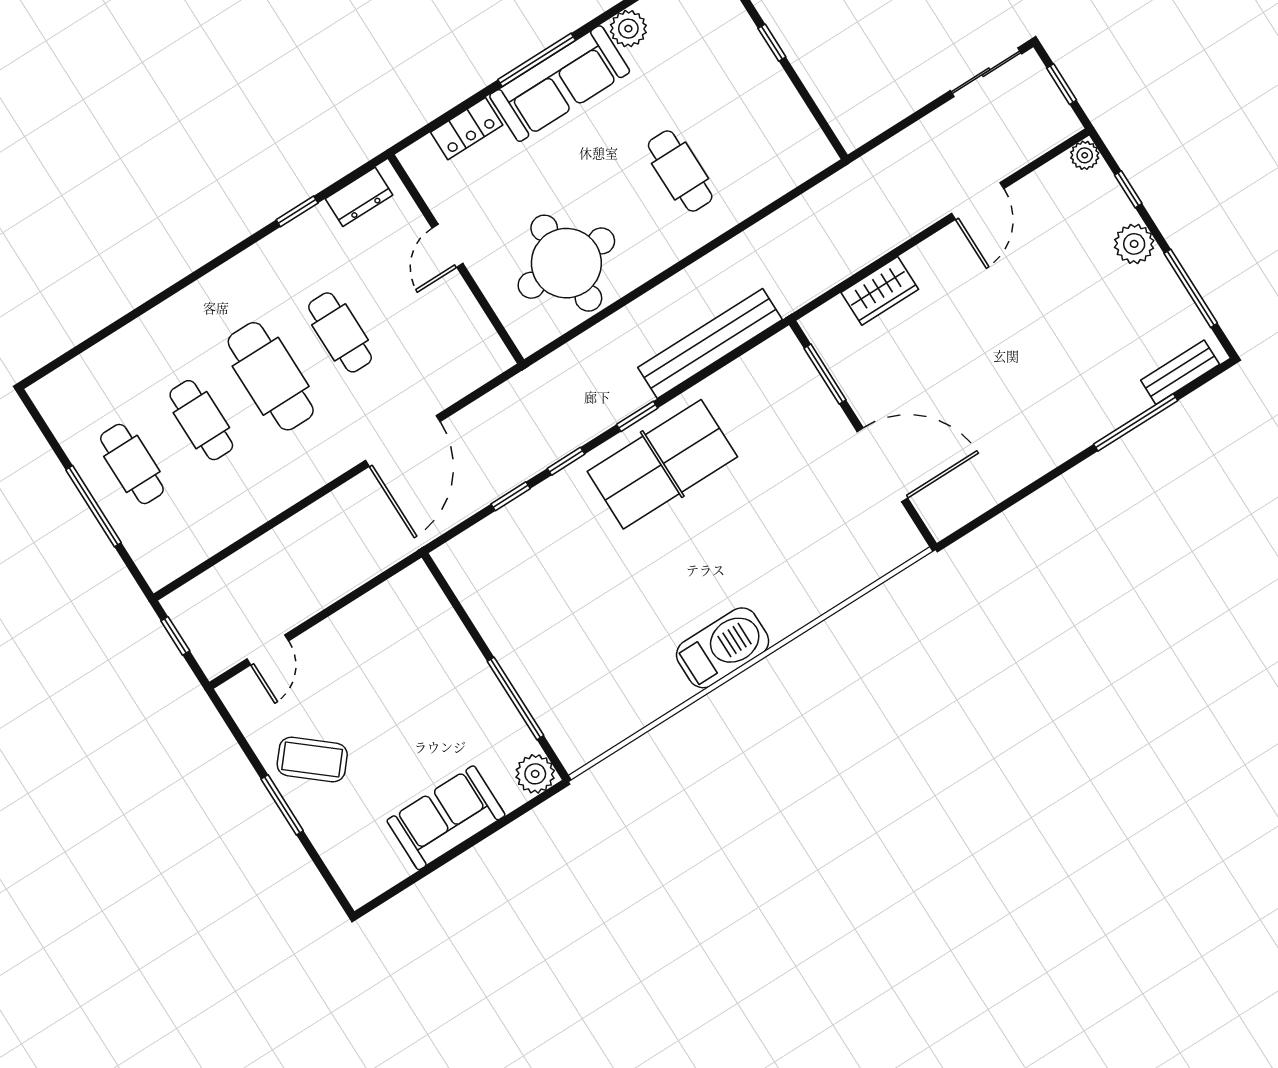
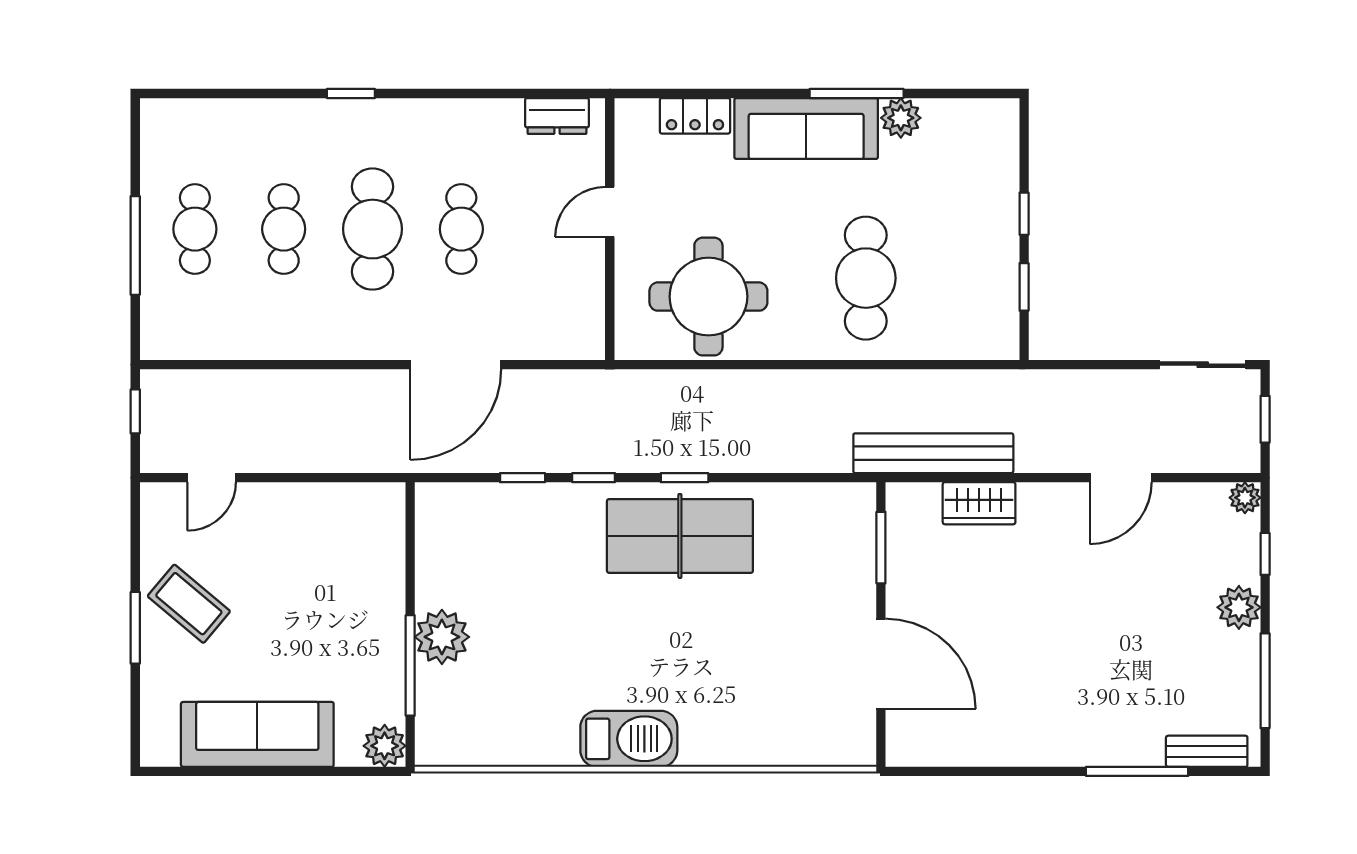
window: (537, 60) -> (857, 93), moved
window: (808, 100) -> (1024, 287), added
cafe table: (680, 171) -> (866, 278), width x1.37, depth x1.35
window: (297, 211) -> (351, 93), moved
bench: (710, 344) -> (933, 453), moved
plant: (526, 661) -> (442, 637), added
sofa: (446, 818) -> (257, 734), width x1.36

